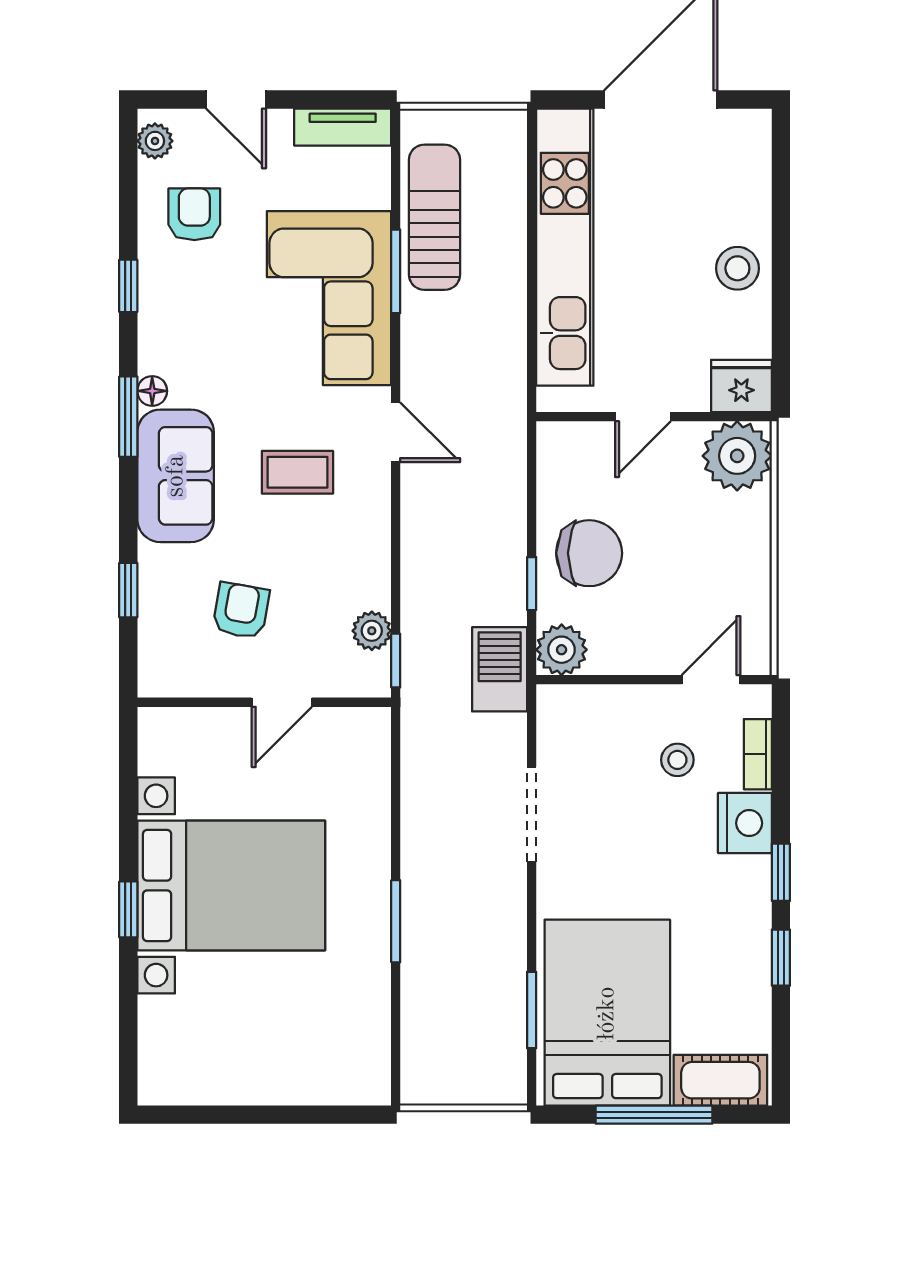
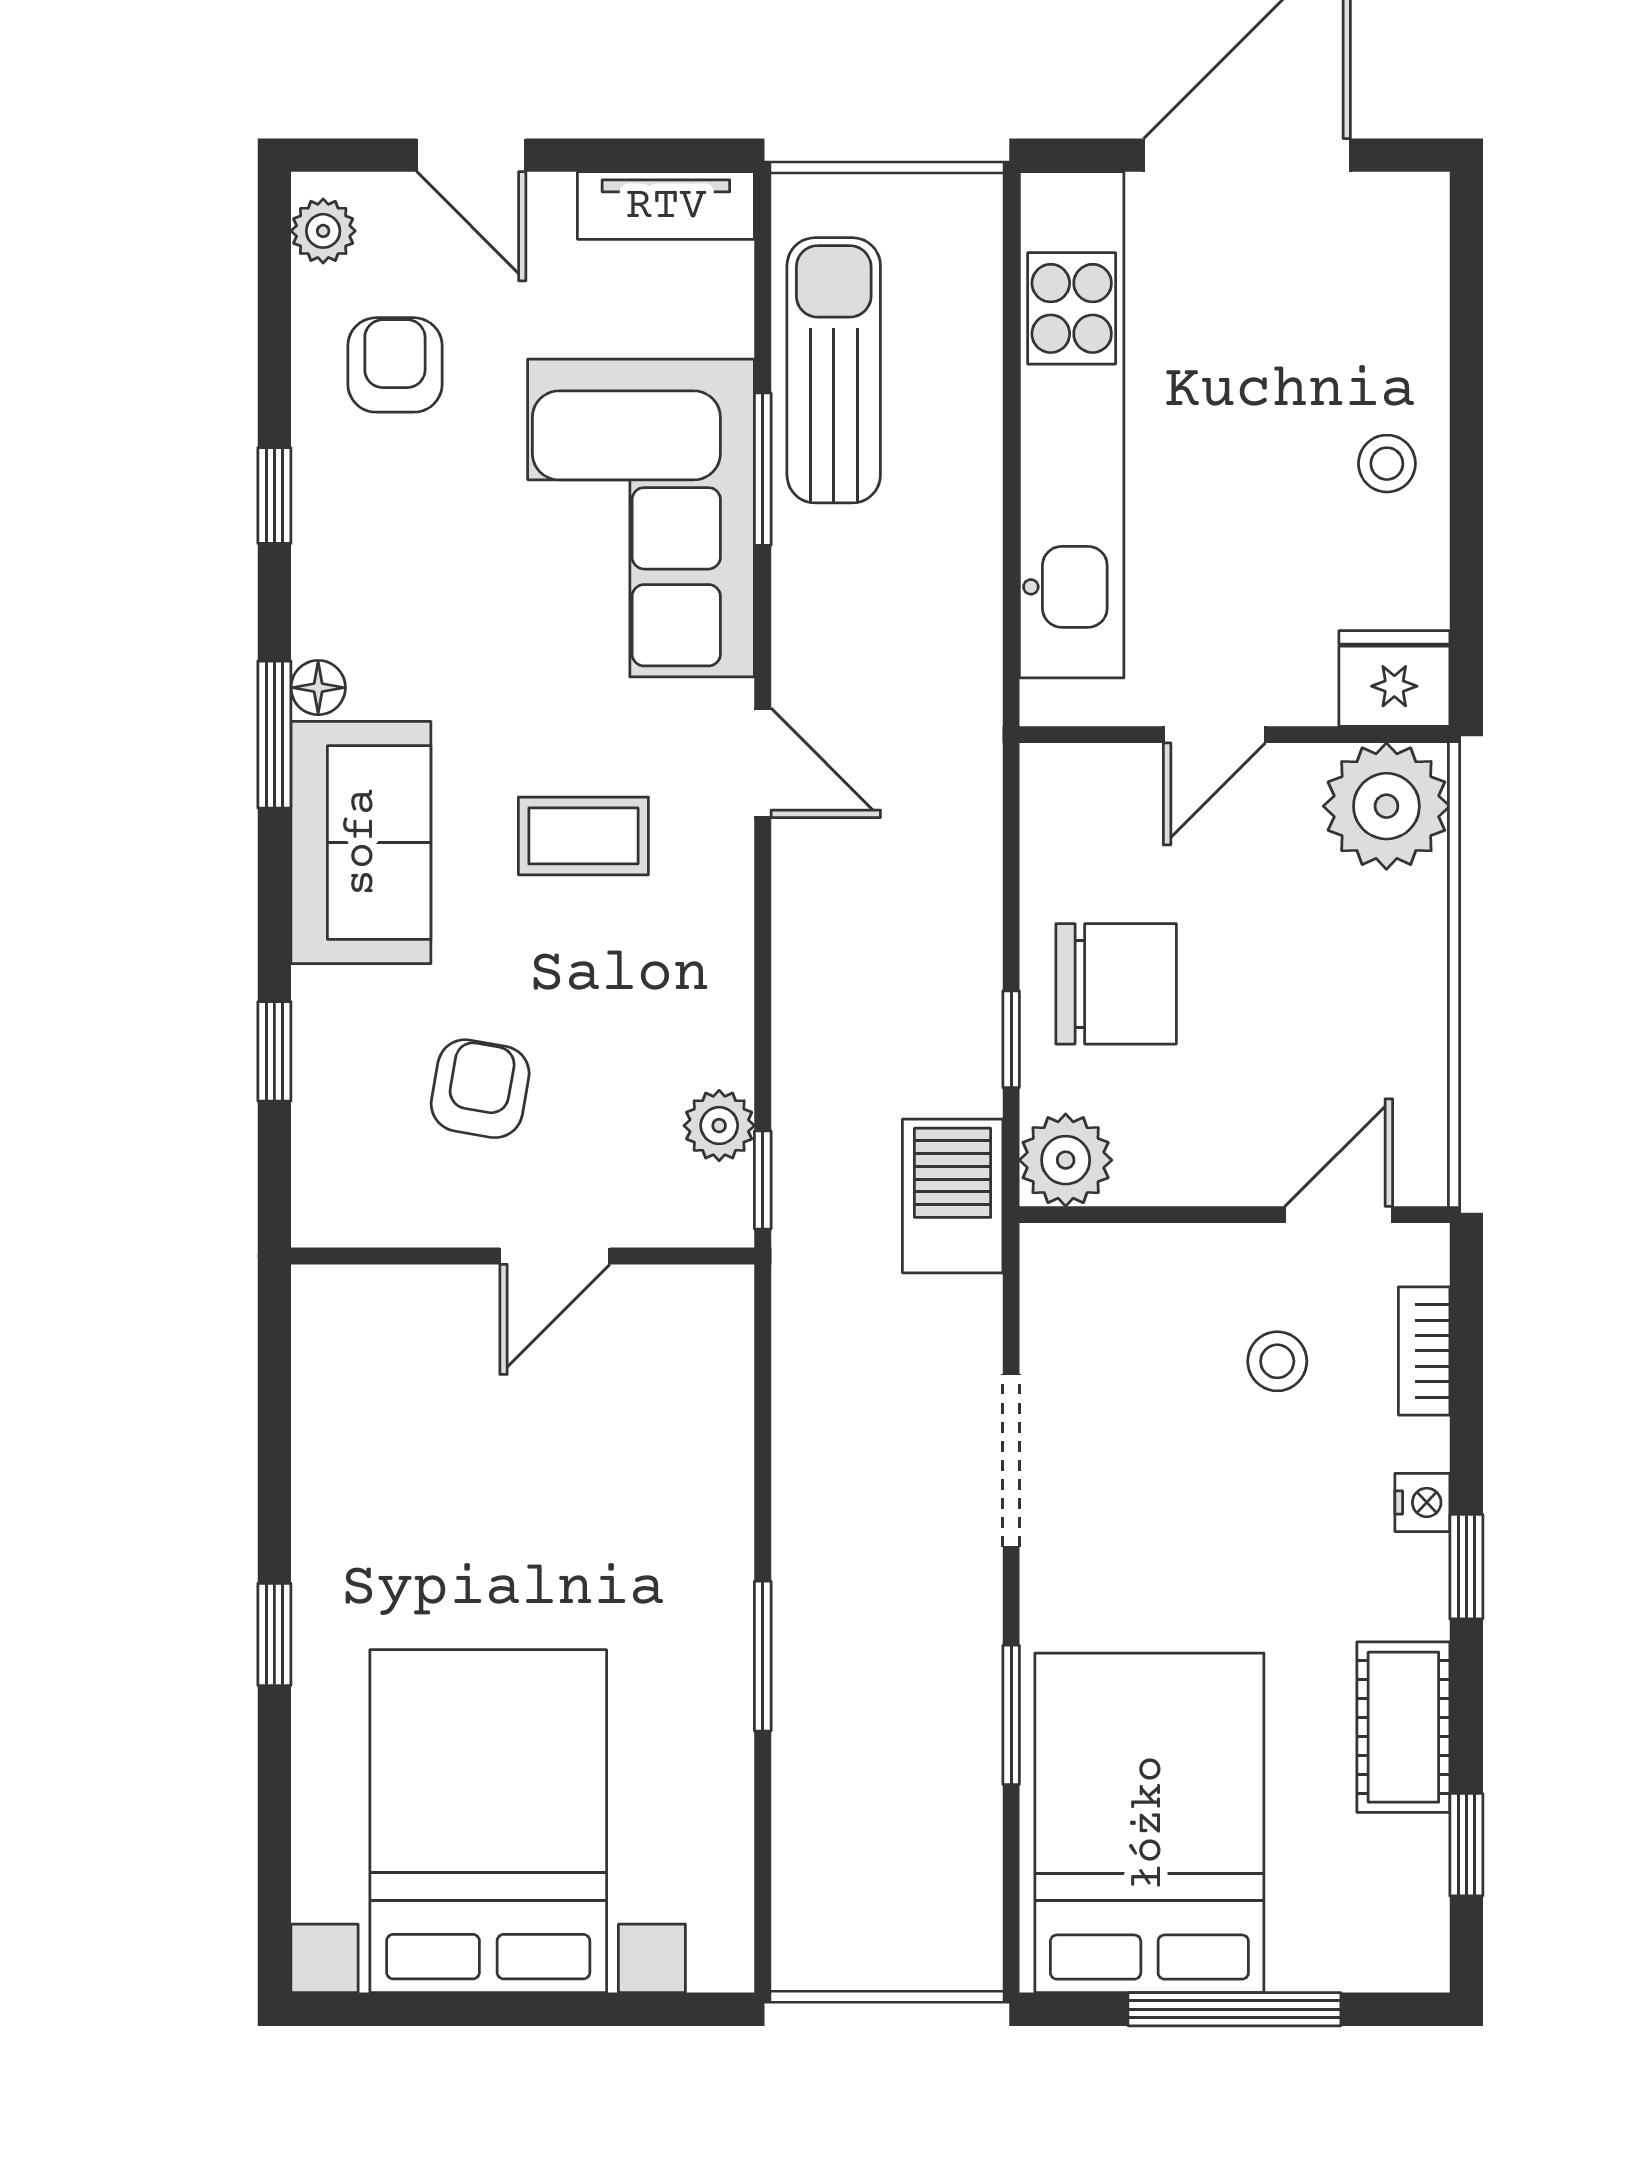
stool: (737, 268) -> (1387, 464), width x0.73, depth x0.73
nightstand: (745, 823) -> (1422, 1502), width x0.53, depth x0.56
bed with nightstands: (231, 885) -> (488, 1821), moved, turned -90
window: (781, 958) -> (1466, 1845), moved
window: (532, 1010) -> (1011, 1715), moved
cot: (720, 1080) -> (1403, 1727), moved, turned 90

